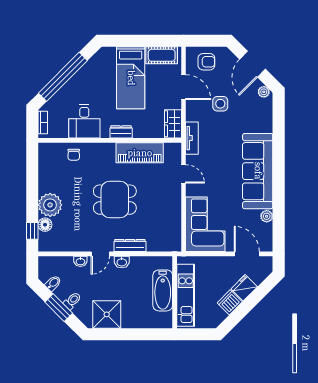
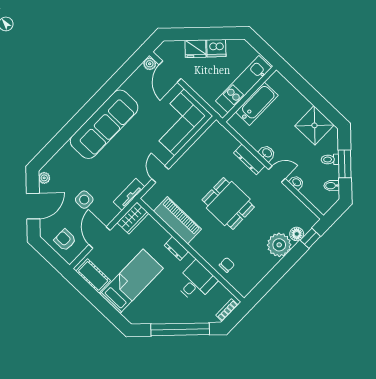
plant: (267, 216) -> (150, 64), moved

